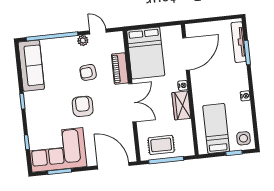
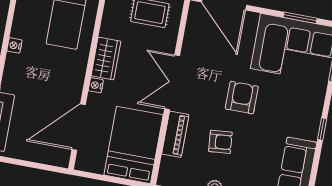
armchair: (83, 106) -> (242, 98), turned 180

